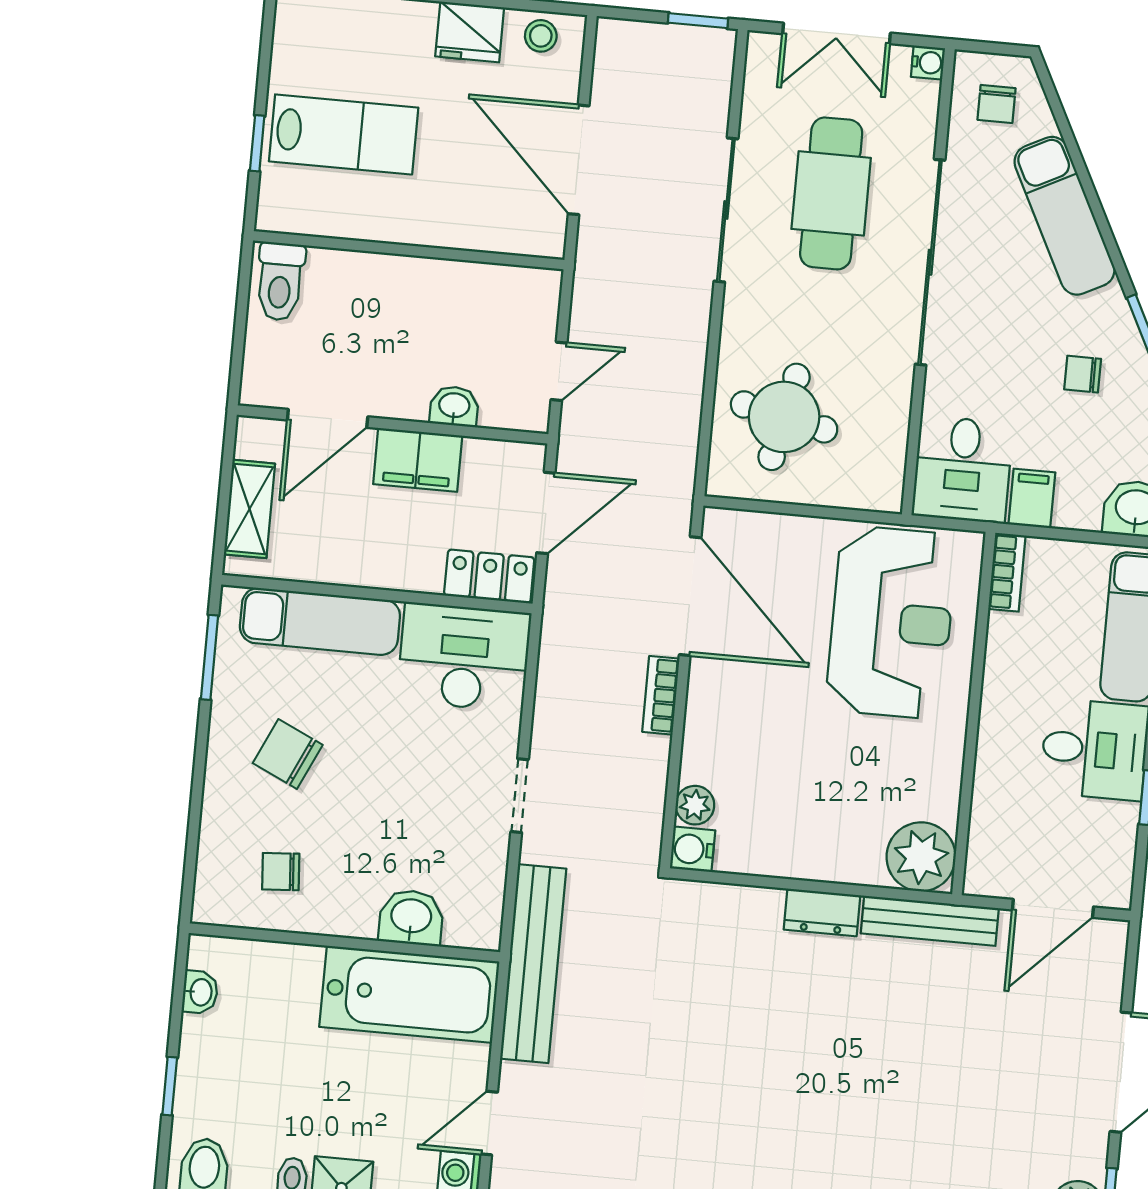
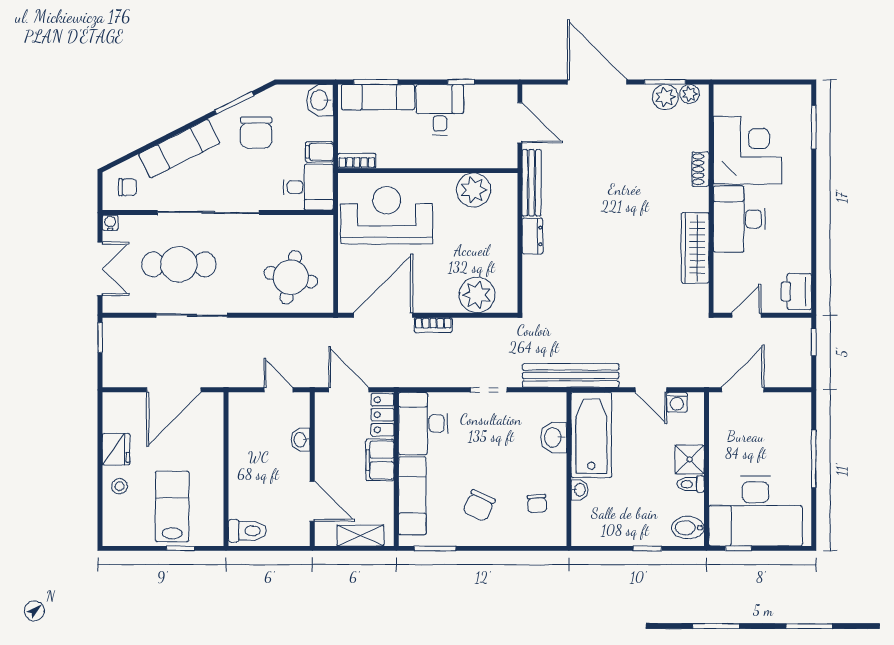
stool: (541, 36) -> (120, 486), moved
chair: (1083, 374) -> (256, 133), width x1.87, depth x1.87
filing cabinet: (418, 460) -> (380, 460), moved, turned 180
plant: (695, 805) -> (477, 295), width x1.88, depth x1.88
water cooler: (692, 849) -> (507, 303), removed
plant: (921, 857) -> (473, 190), moved
washbasin: (200, 992) -> (579, 490), moved, turned 90

